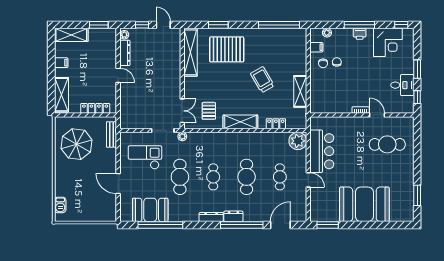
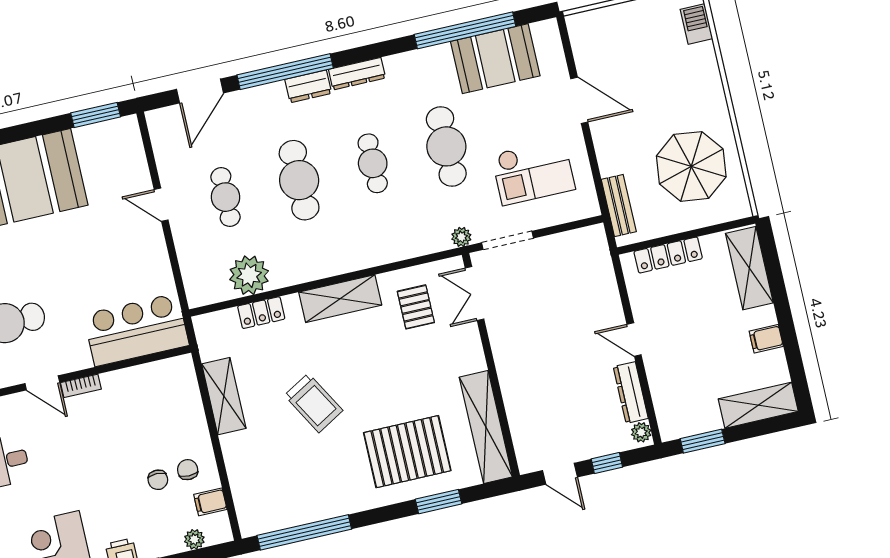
plant: (298, 141) -> (249, 275), moved
bar counter: (322, 151) -> (136, 330), moved, turned 90

